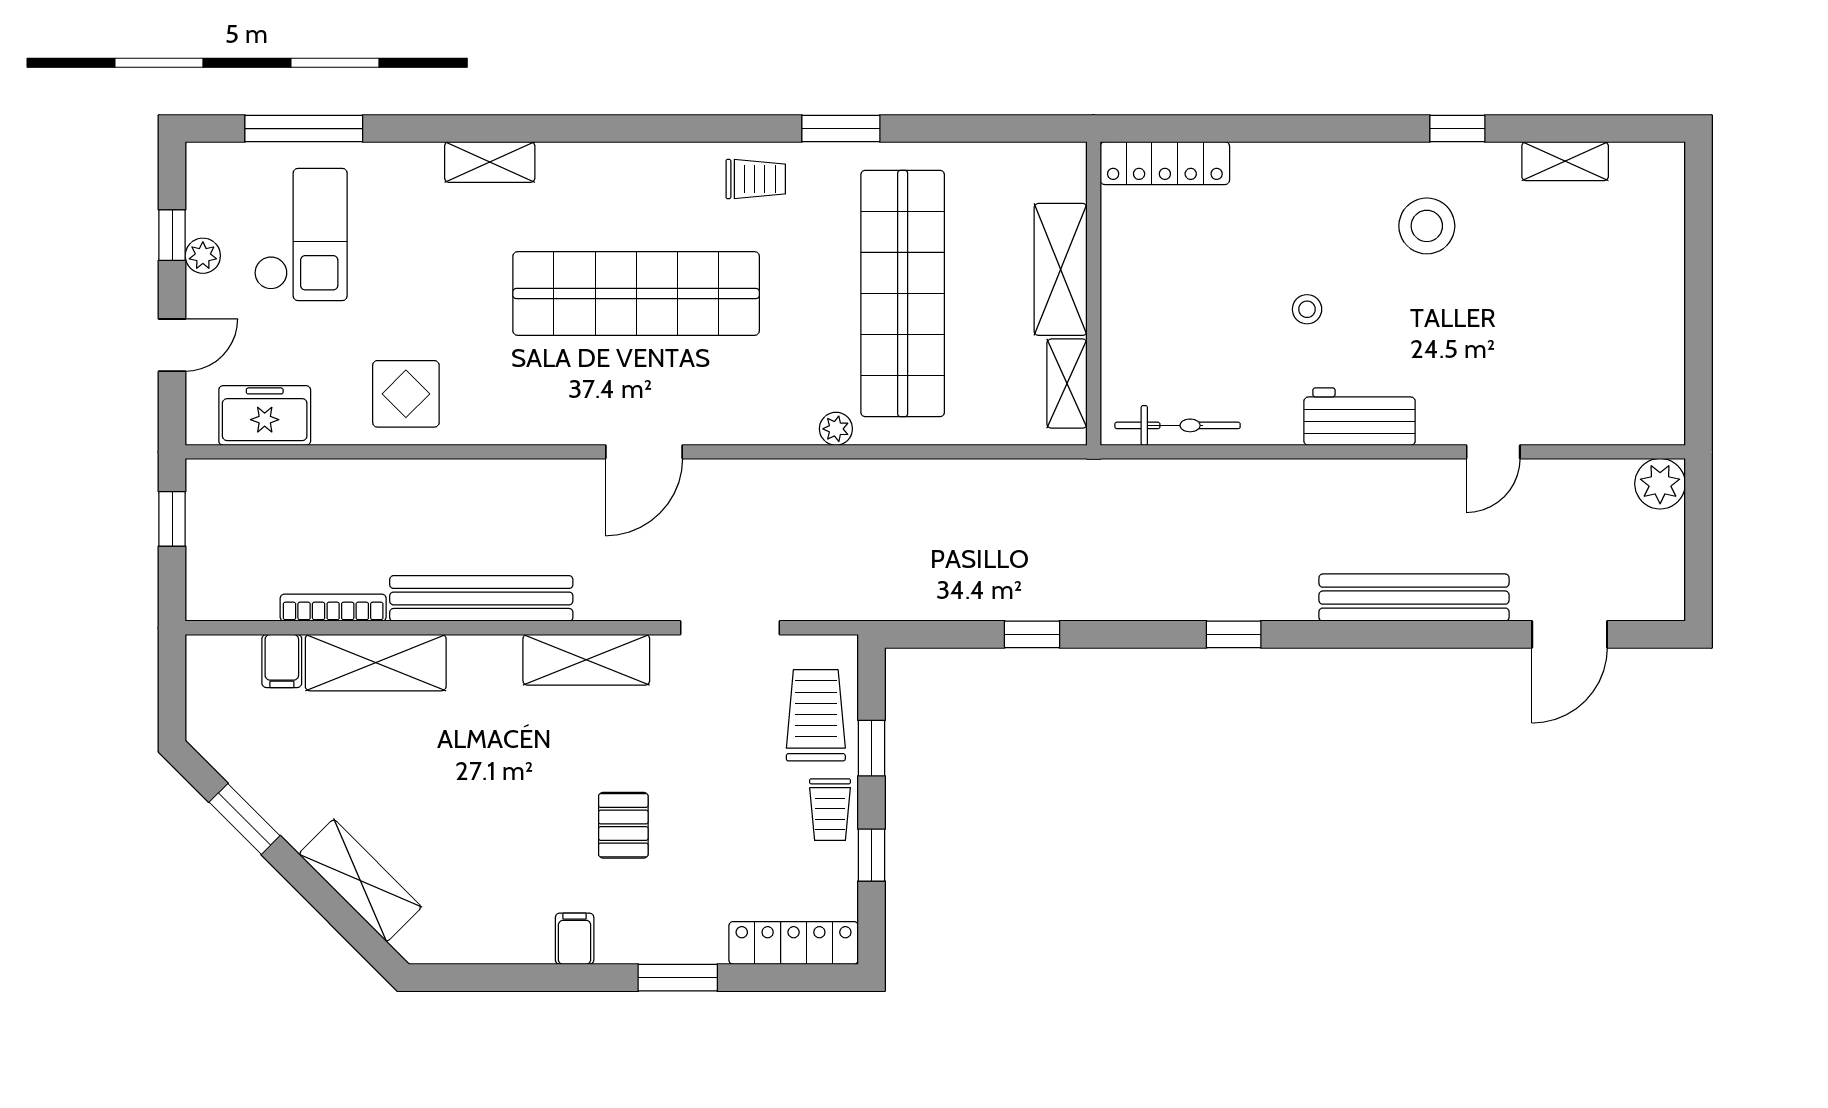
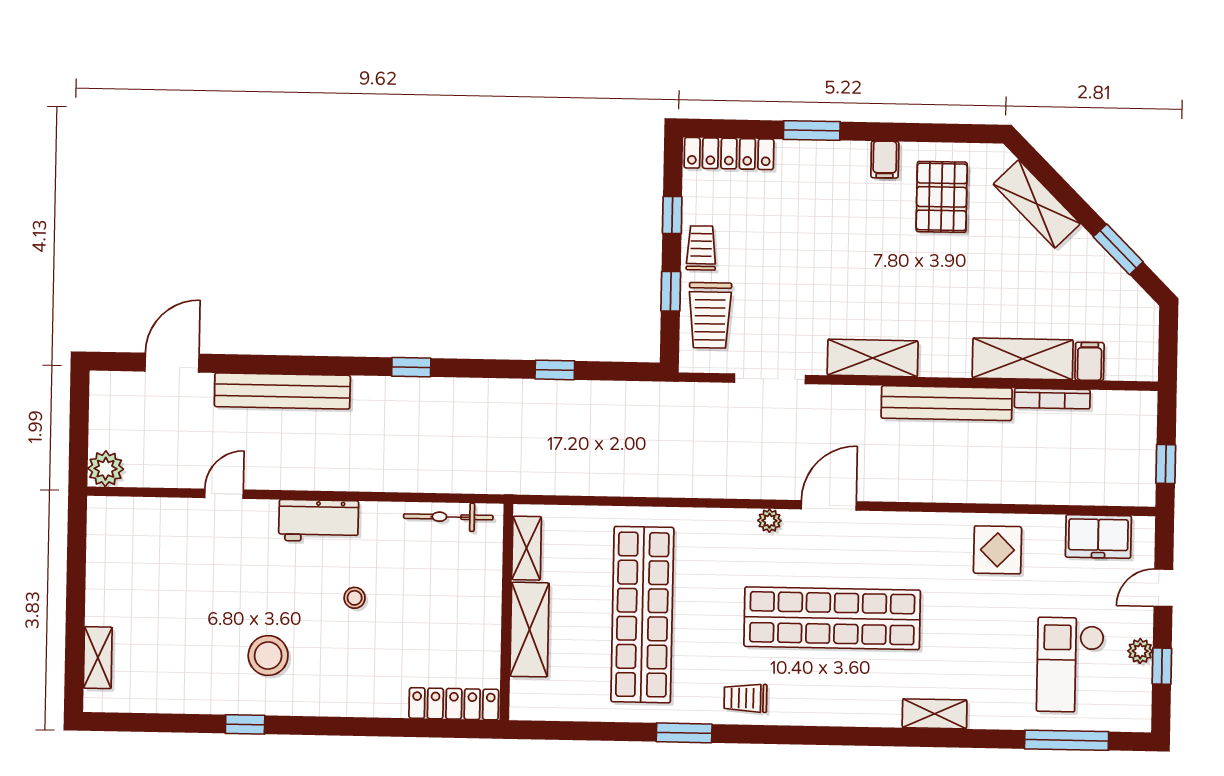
shelving: (1565, 161) -> (98, 658), moved, turned 90
plant: (836, 429) -> (769, 521), moved
pallet: (623, 825) -> (942, 197), moved, width x1.50, depth x1.42

